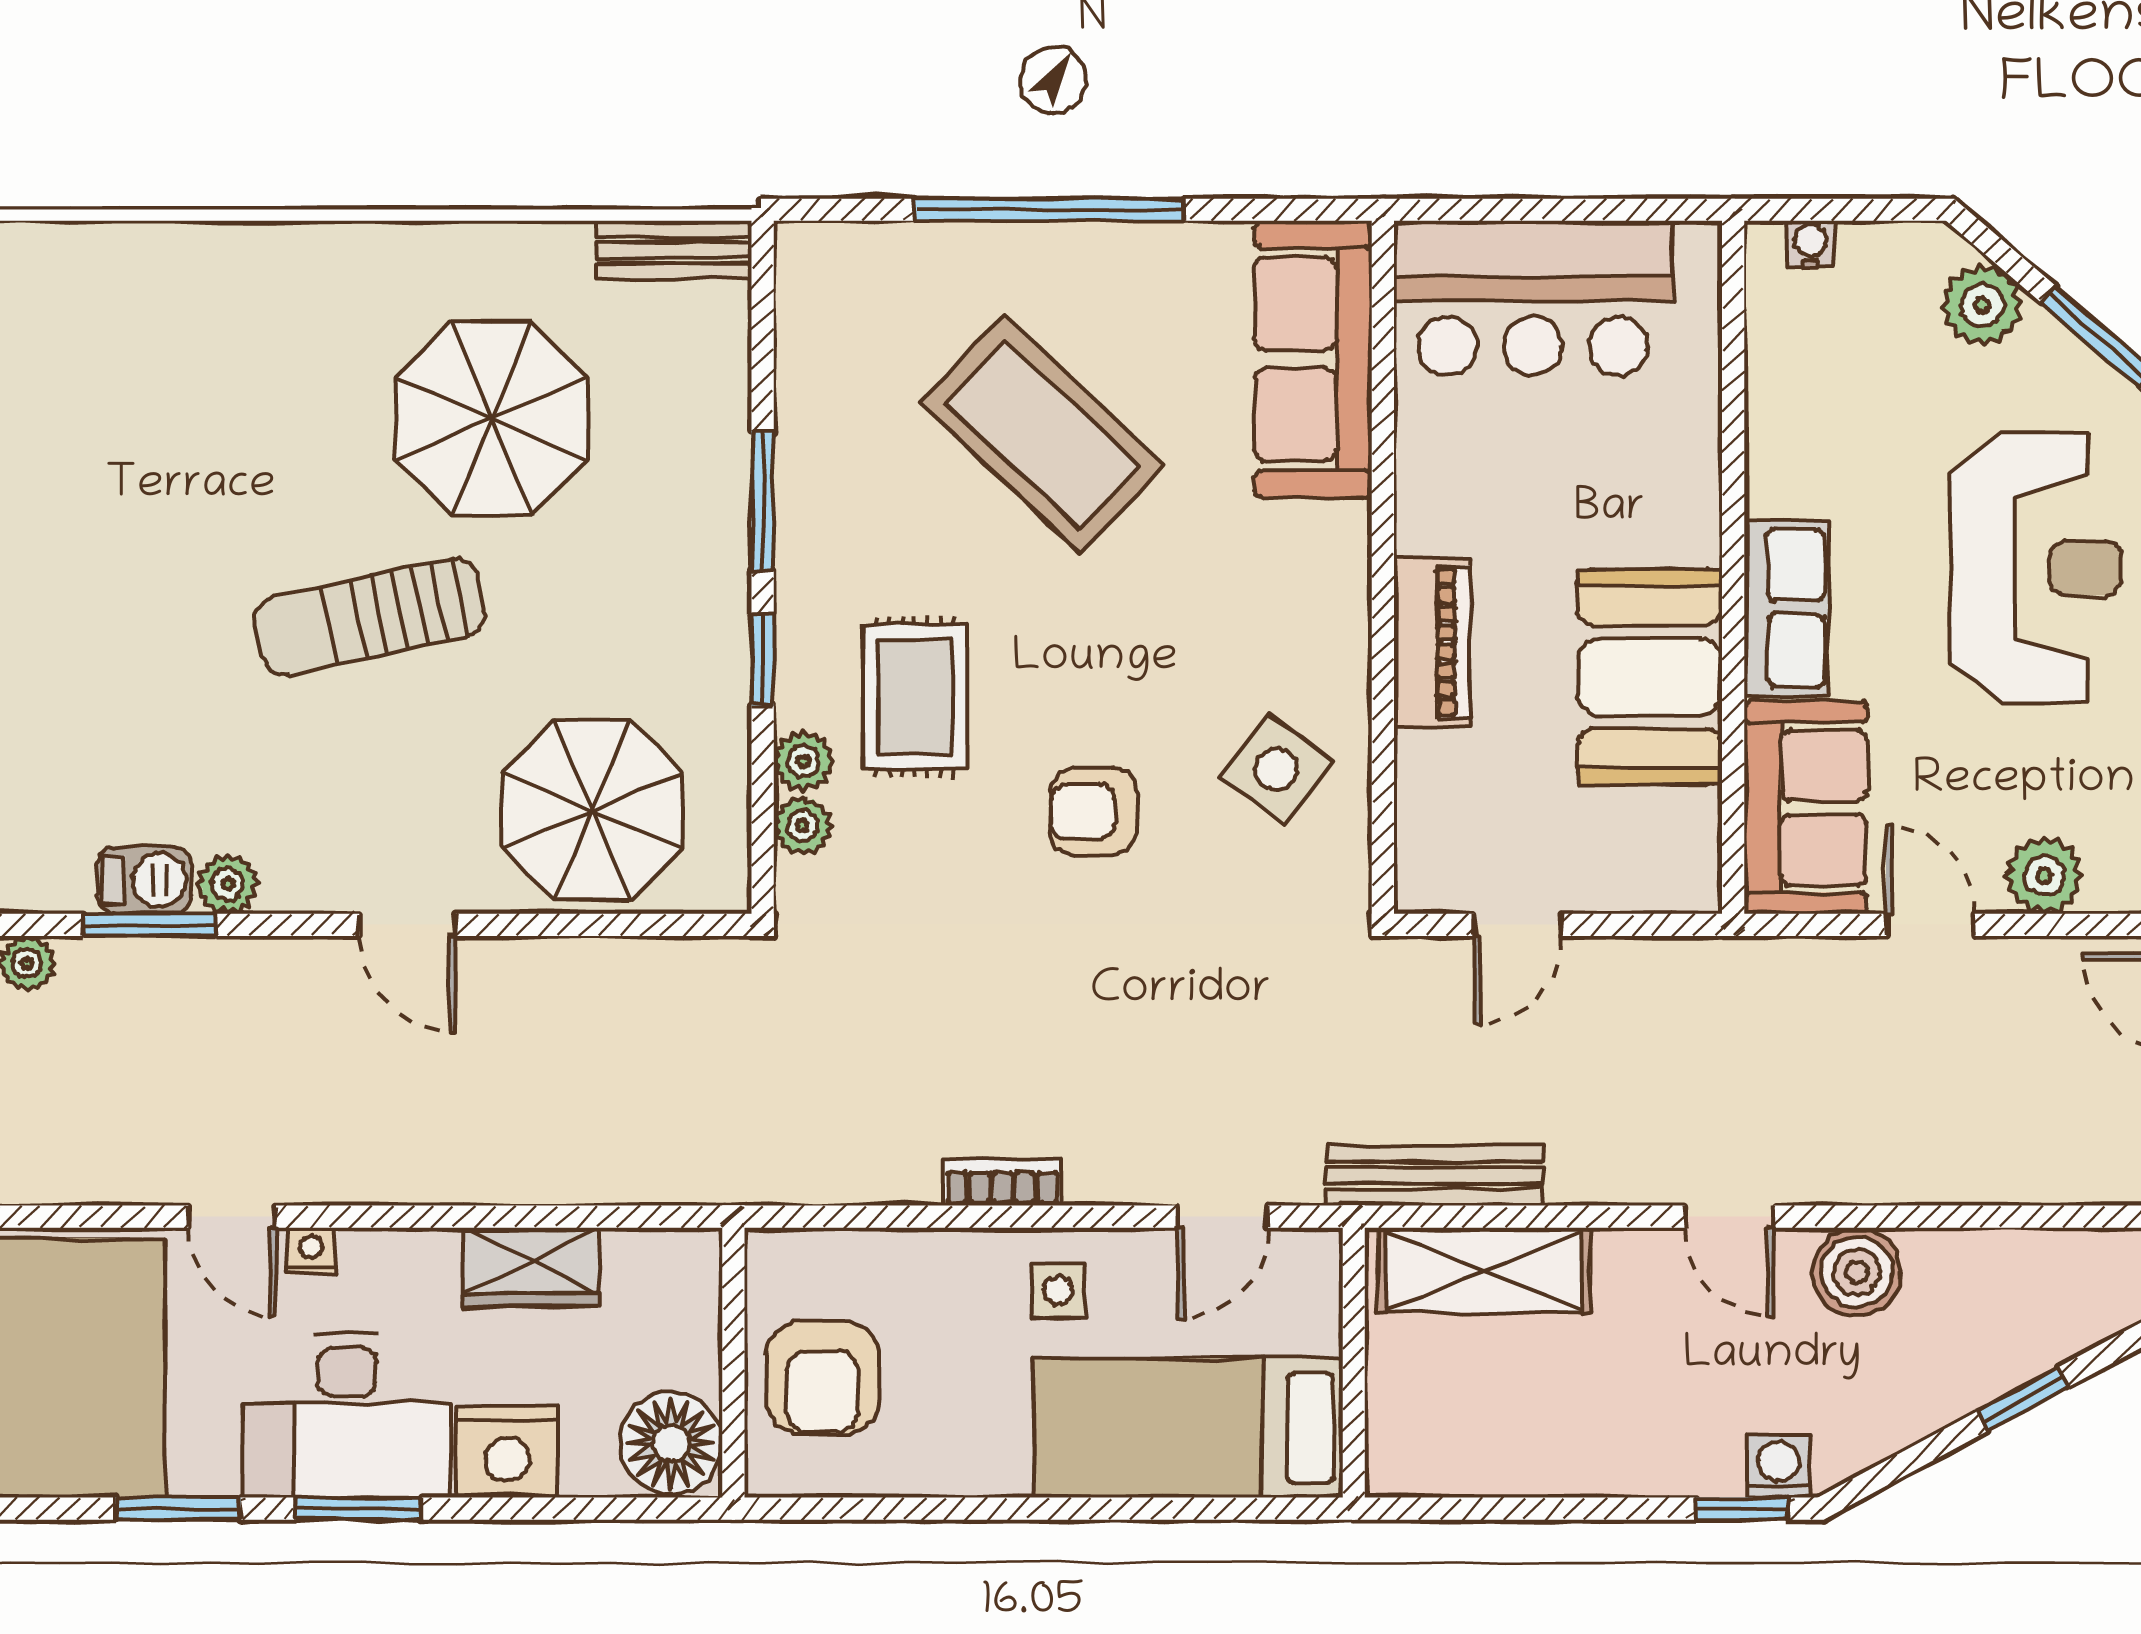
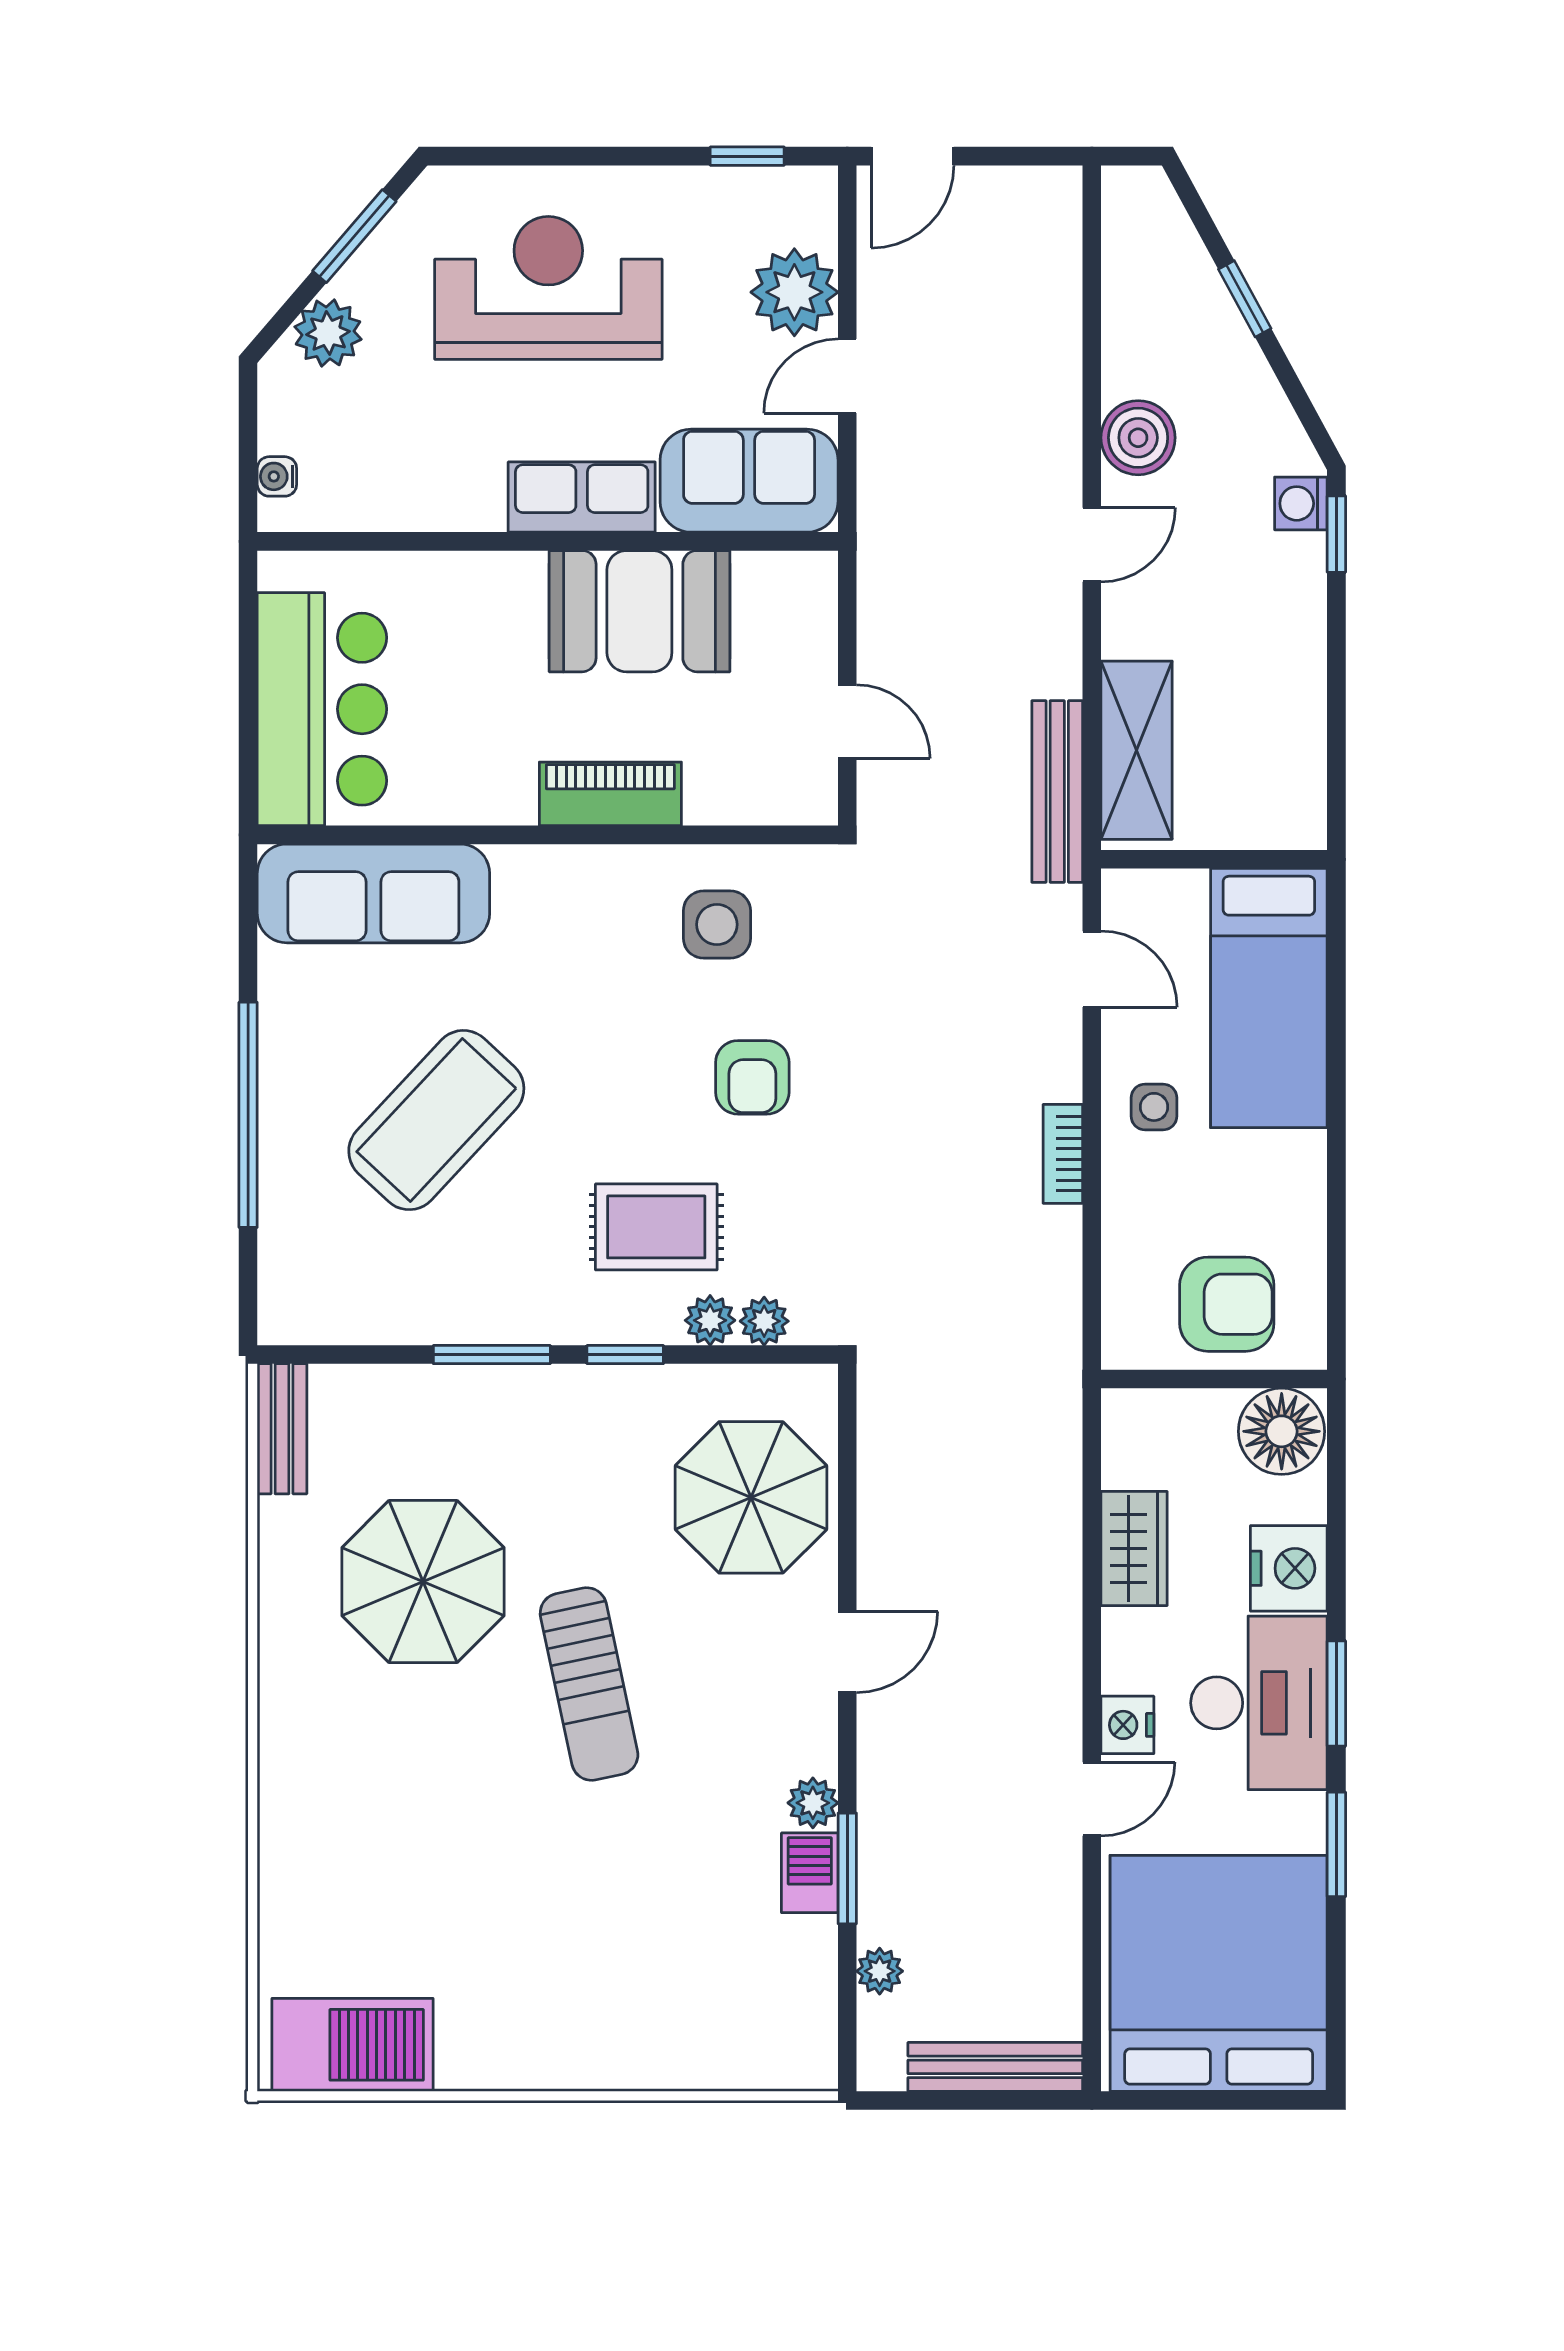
side table: (1276, 769) -> (717, 925), turned -37
plant: (2044, 876) -> (794, 292), width x1.36, depth x1.36
nightstand: (311, 1251) -> (1127, 1725), width x1.39, depth x1.35

